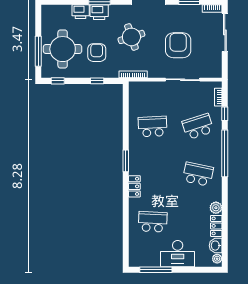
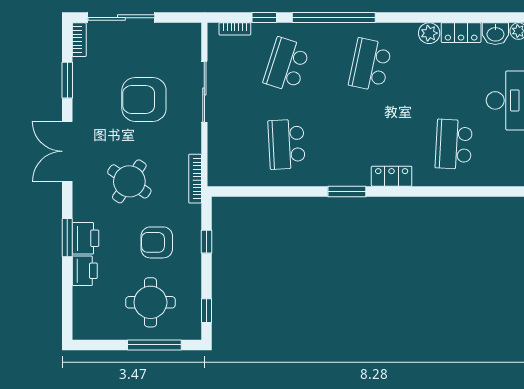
round table: (131, 37) -> (129, 181), turned -38
round table: (63, 49) -> (150, 302), width x0.73, depth x0.73
school desk: (198, 127) -> (287, 65), turned 36

